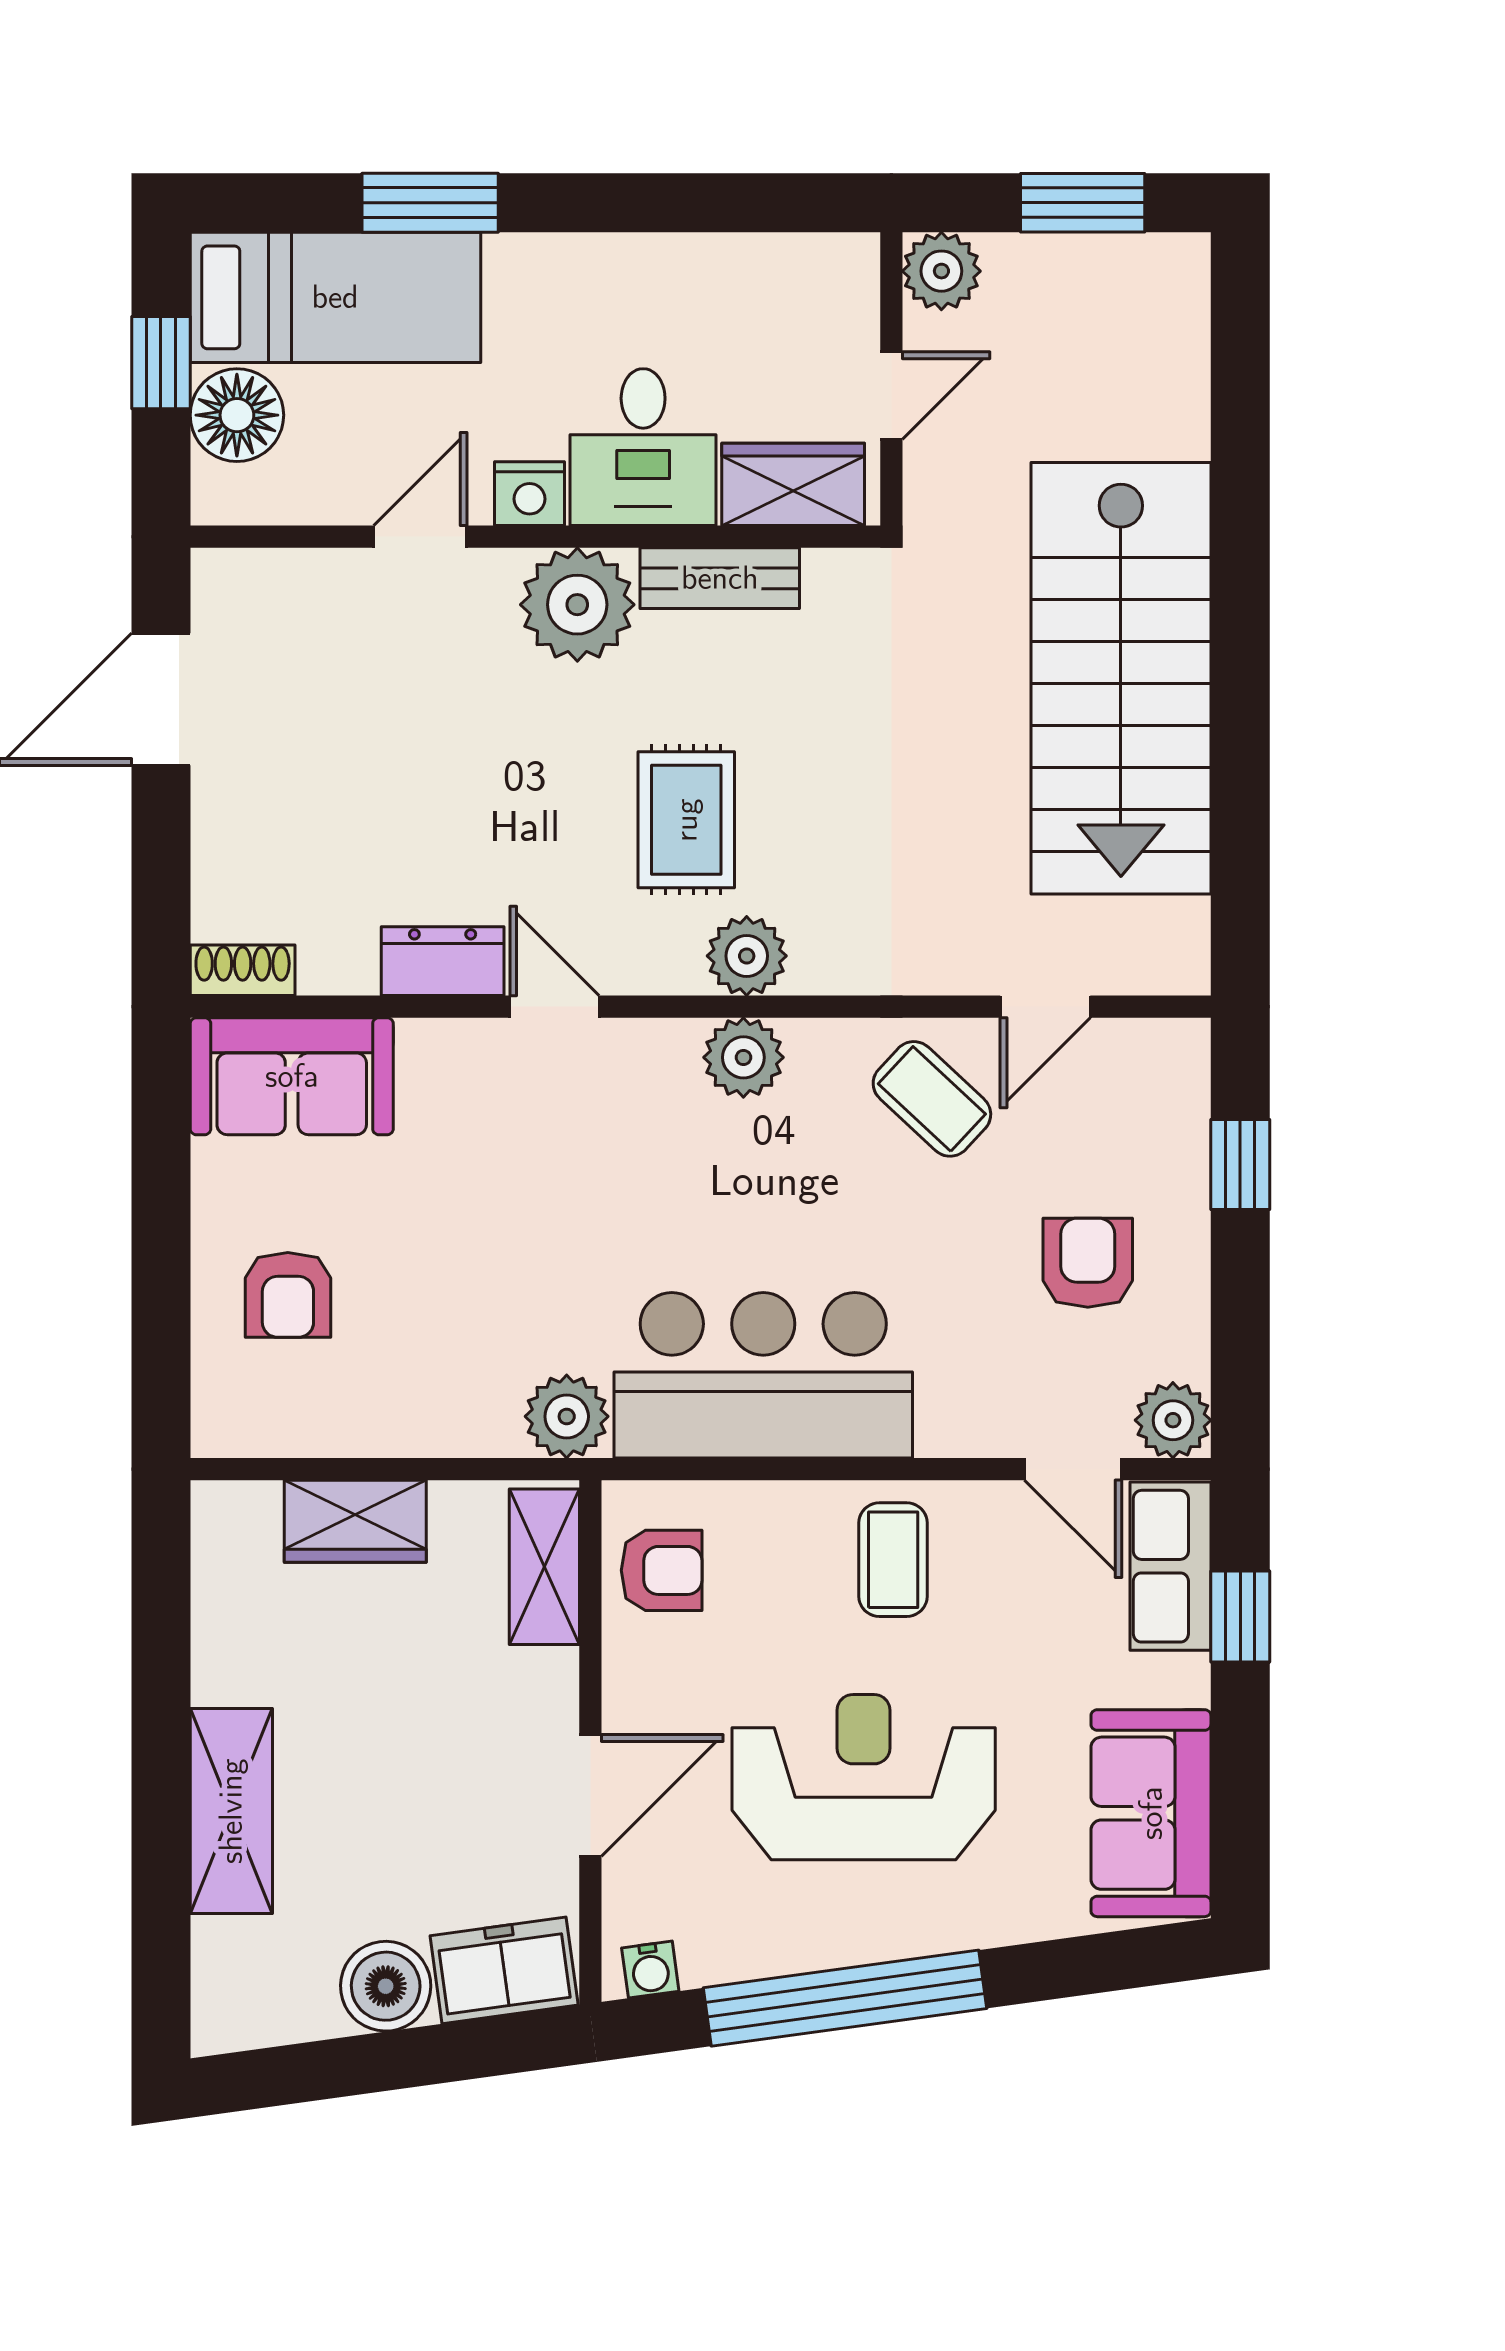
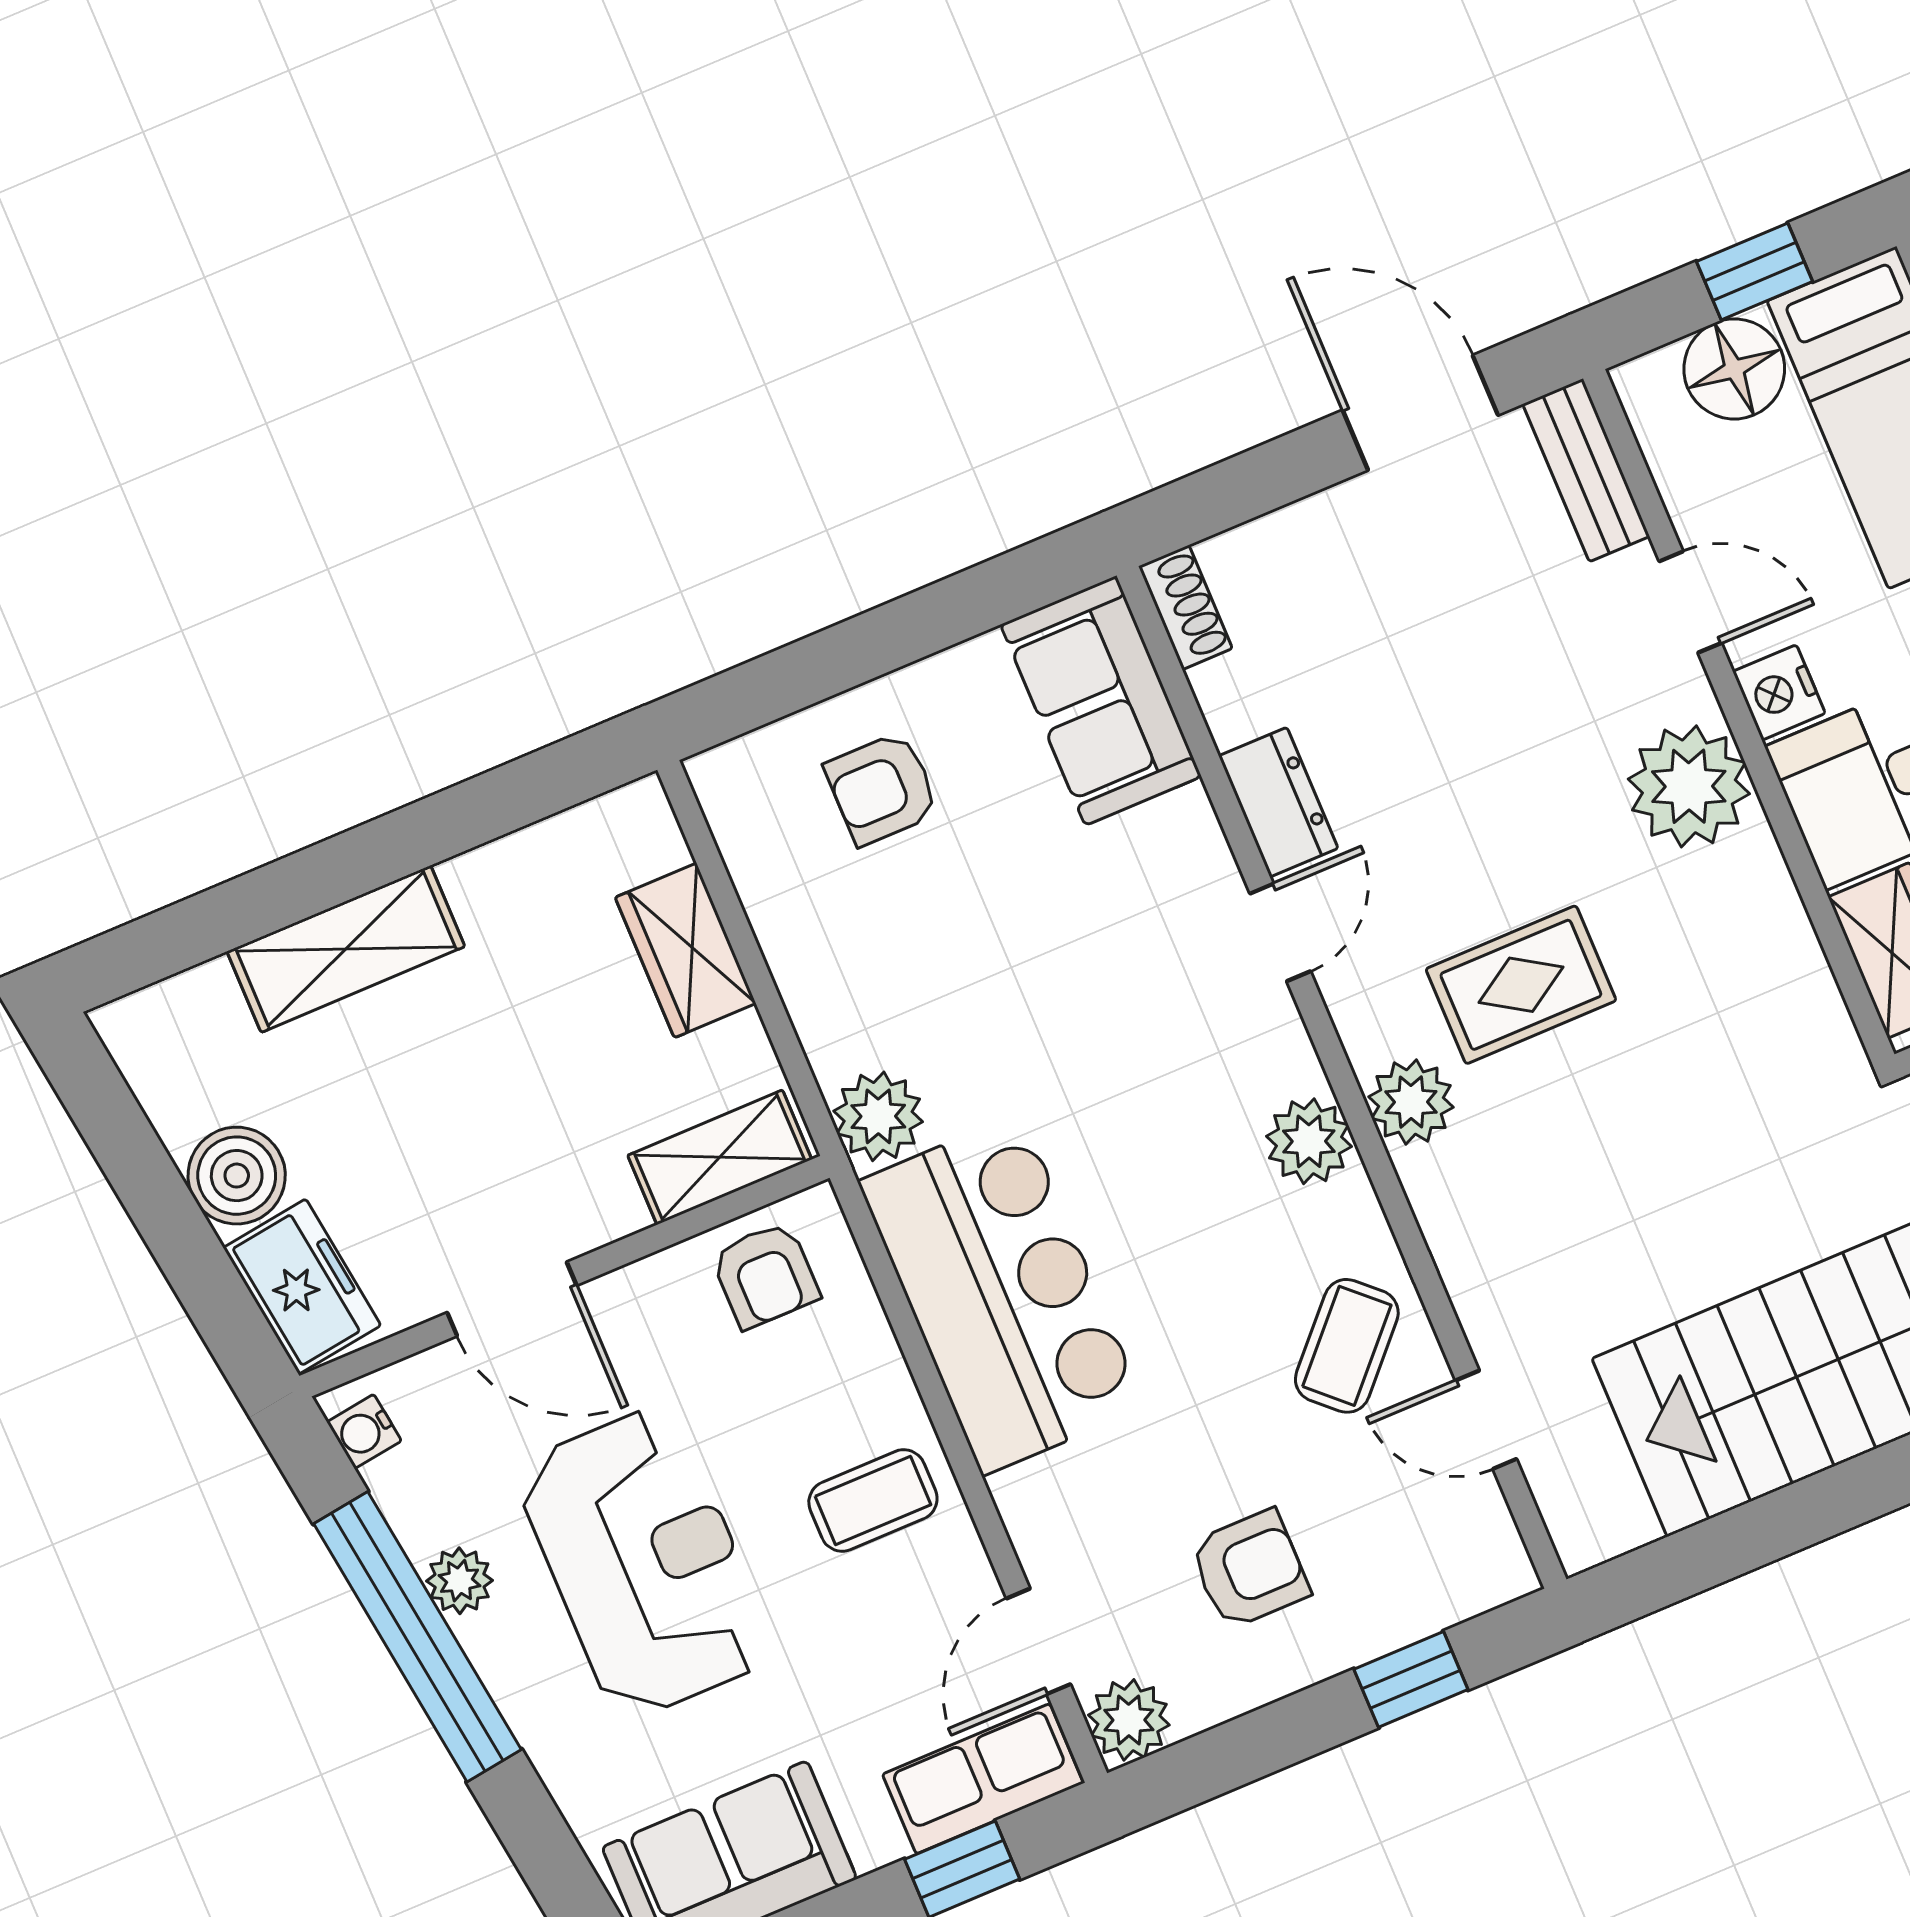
bench: (720, 578) -> (1586, 470), moved
plant: (812, 1942) -> (459, 1581), added

